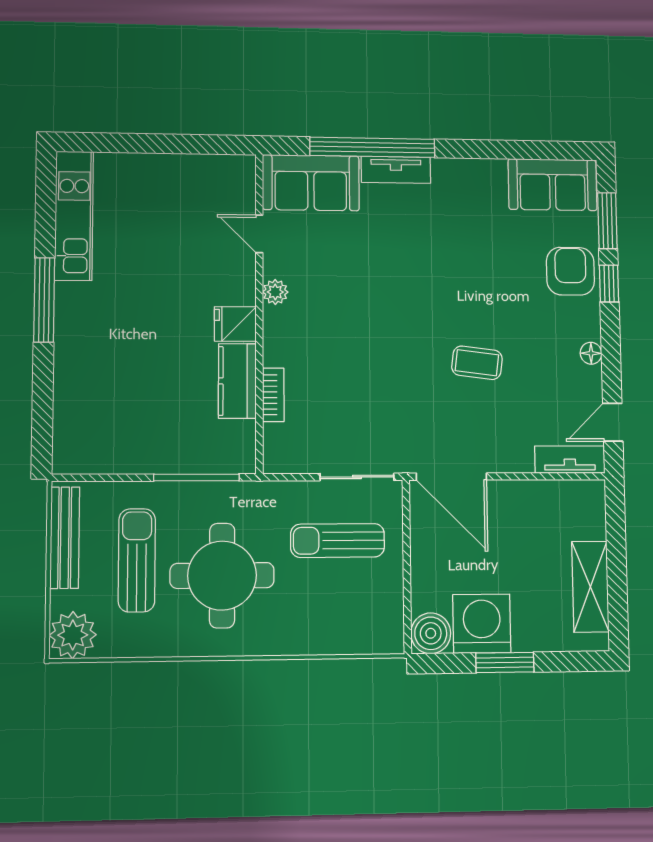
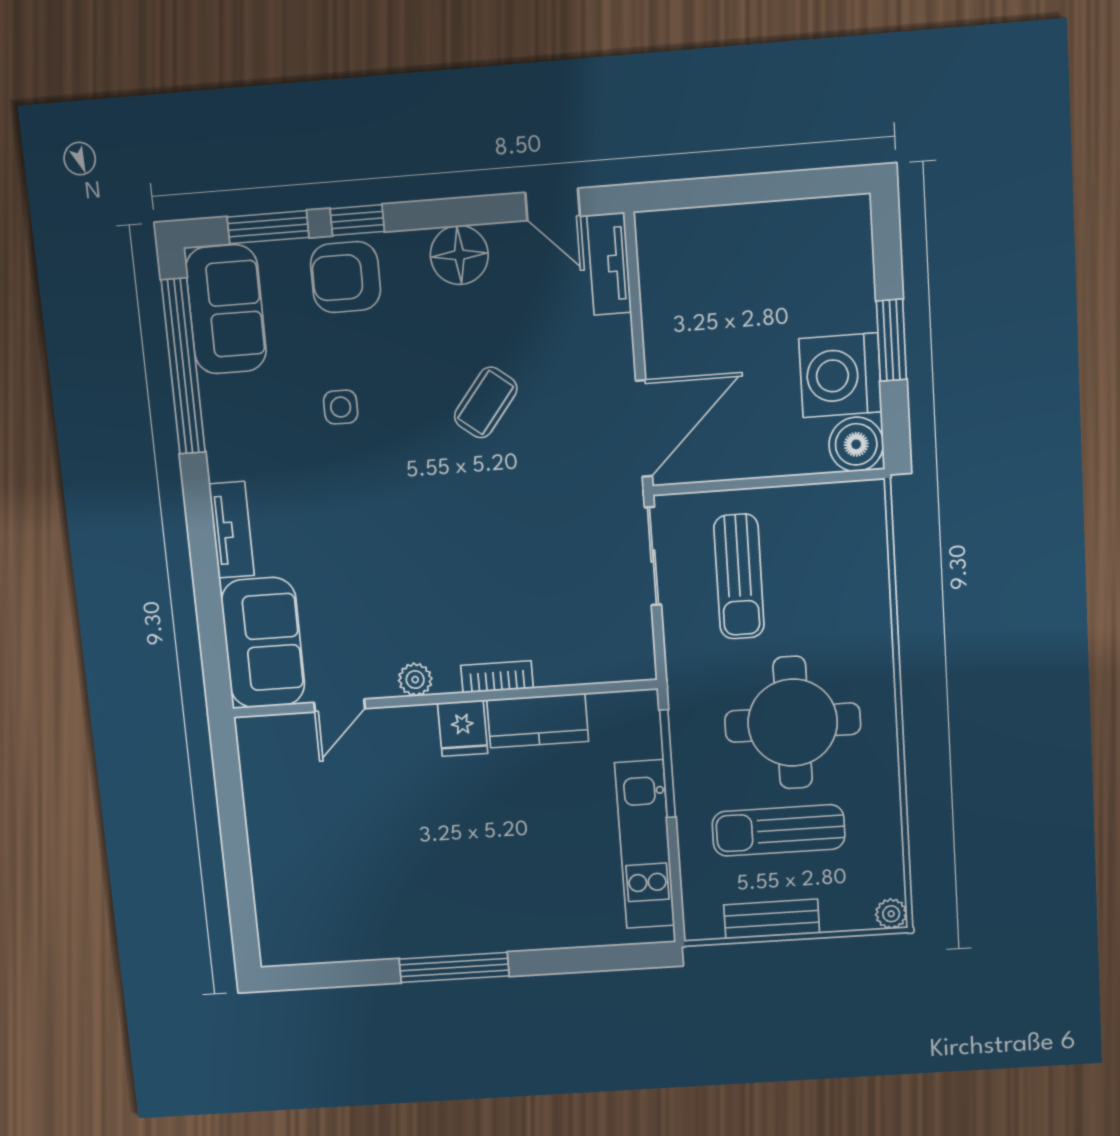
window: (372, 147) -> (183, 366), moved
kitchen unit: (74, 216) -> (645, 844), moved, turned -90
side table: (480, 258) -> (341, 407), added
floor lamp: (591, 353) -> (459, 255), width x1.89, depth x1.89
coffee table: (477, 363) -> (486, 402), turned 31
bookcase: (273, 395) -> (497, 677), moved
bench: (65, 538) -> (772, 919), width x0.73
shelving: (590, 587) -> (783, 225), removed
plant: (73, 635) -> (891, 914), width x0.53, depth x0.53

